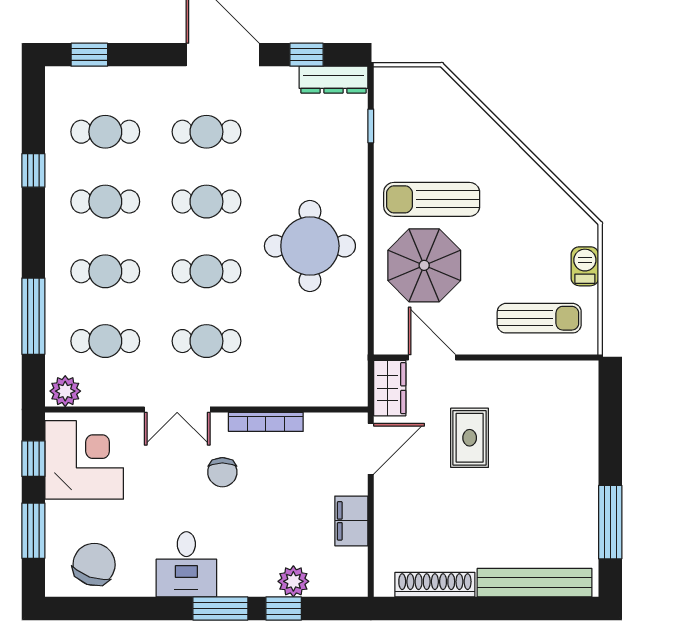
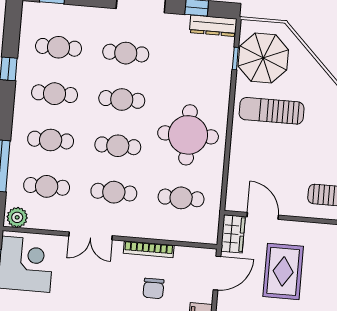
parasol: (424, 265) -> (263, 58), moved
cafe table: (308, 341) -> (181, 198), added
rug: (470, 438) -> (283, 271), width x1.36, depth x1.43
chair: (222, 472) -> (153, 288), moved

